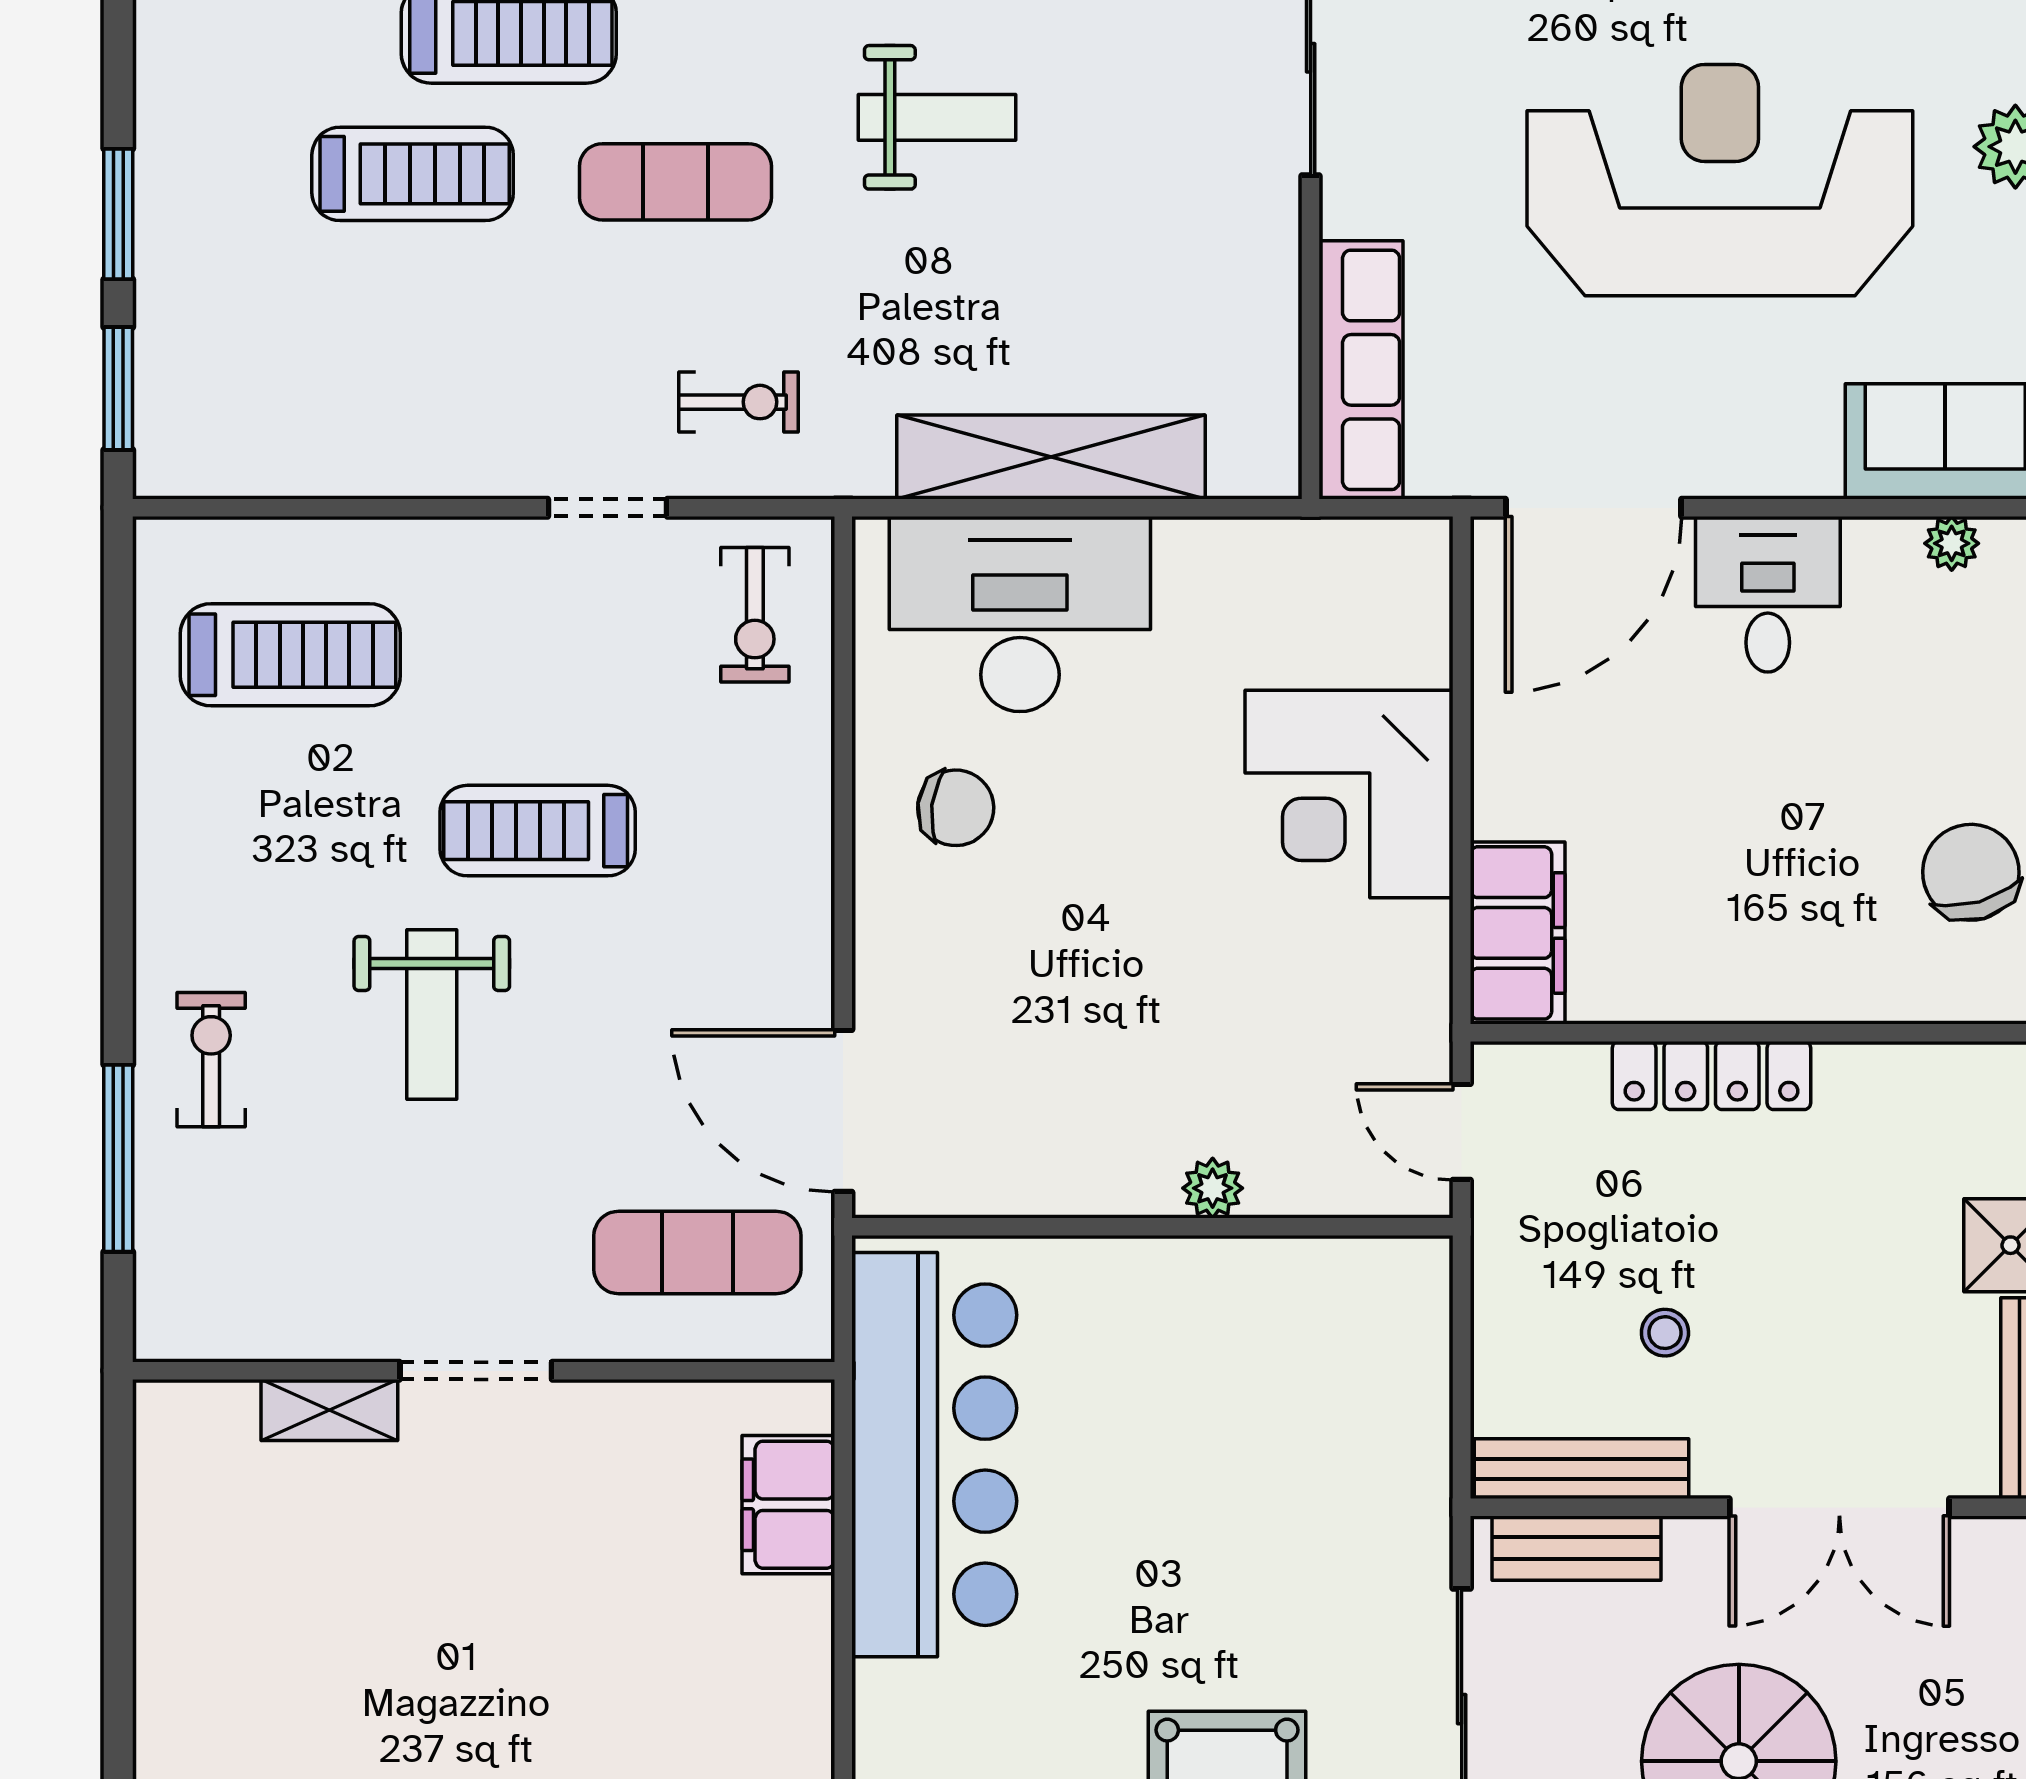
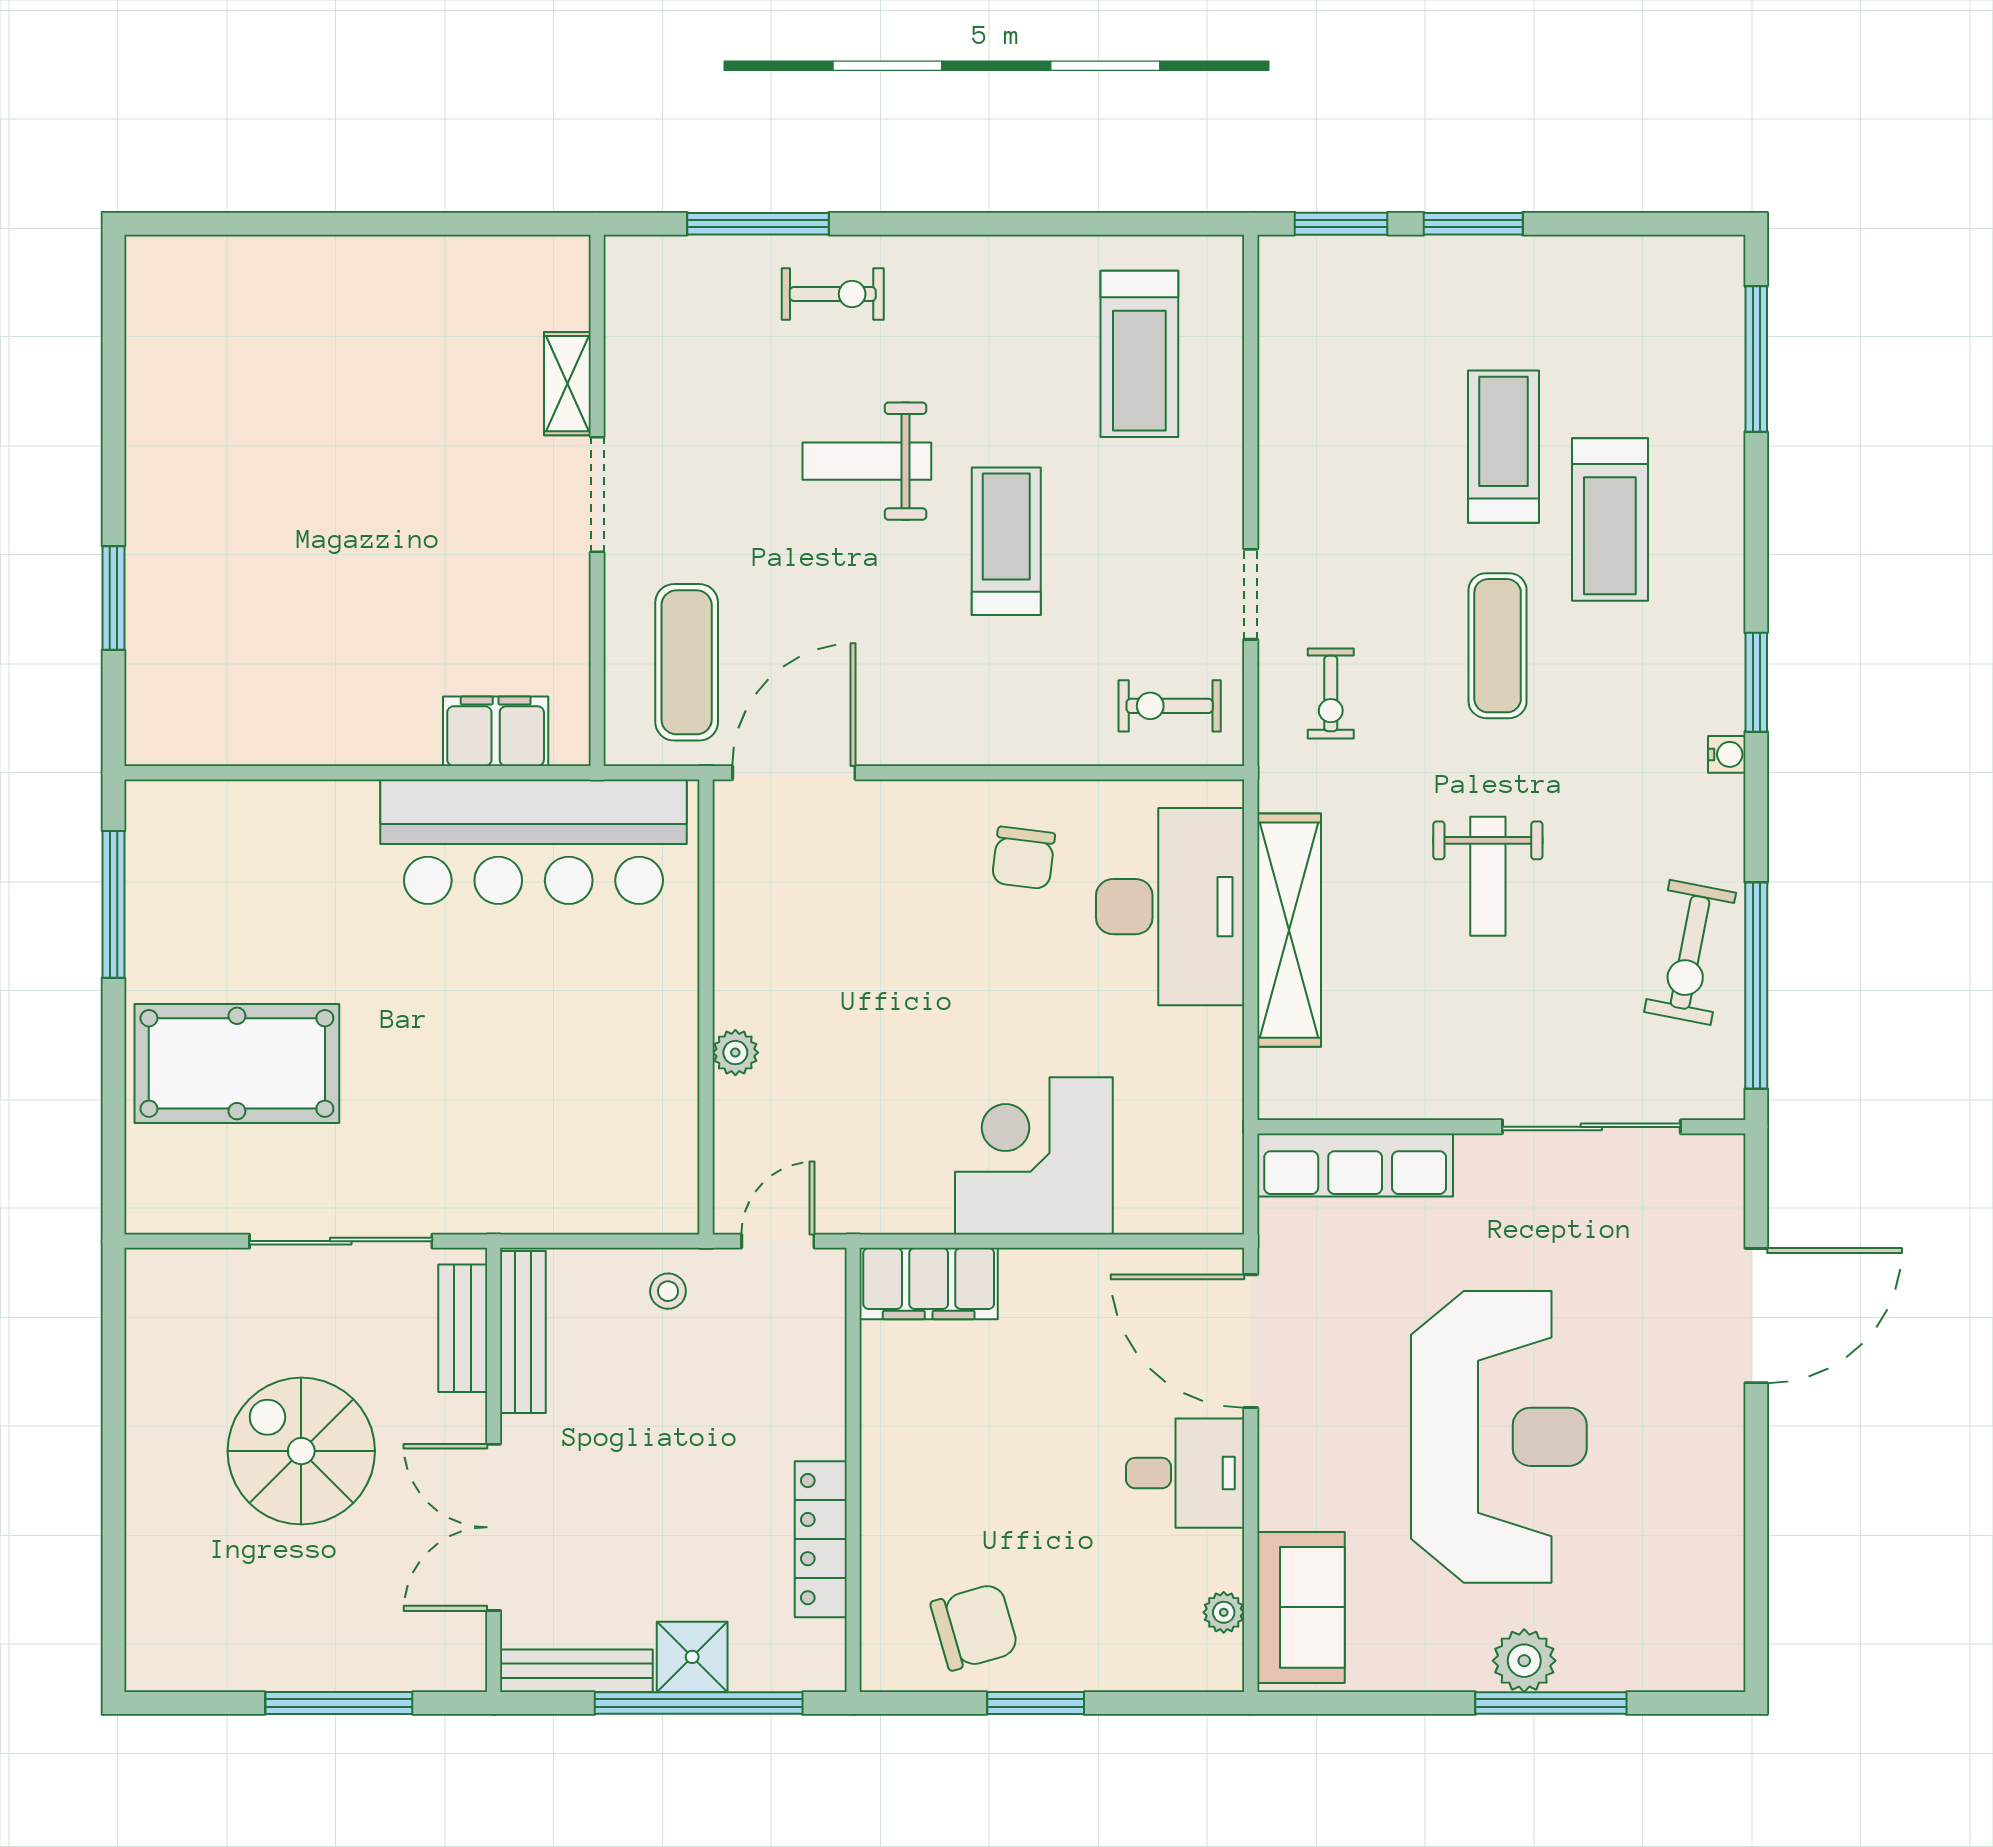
weight bench: (937, 117) -> (1488, 876), moved
treadmill: (413, 174) -> (1504, 447), turned 180
locker: (1711, 1075) -> (821, 1539), moved
stool: (1665, 1333) -> (668, 1291), moved

